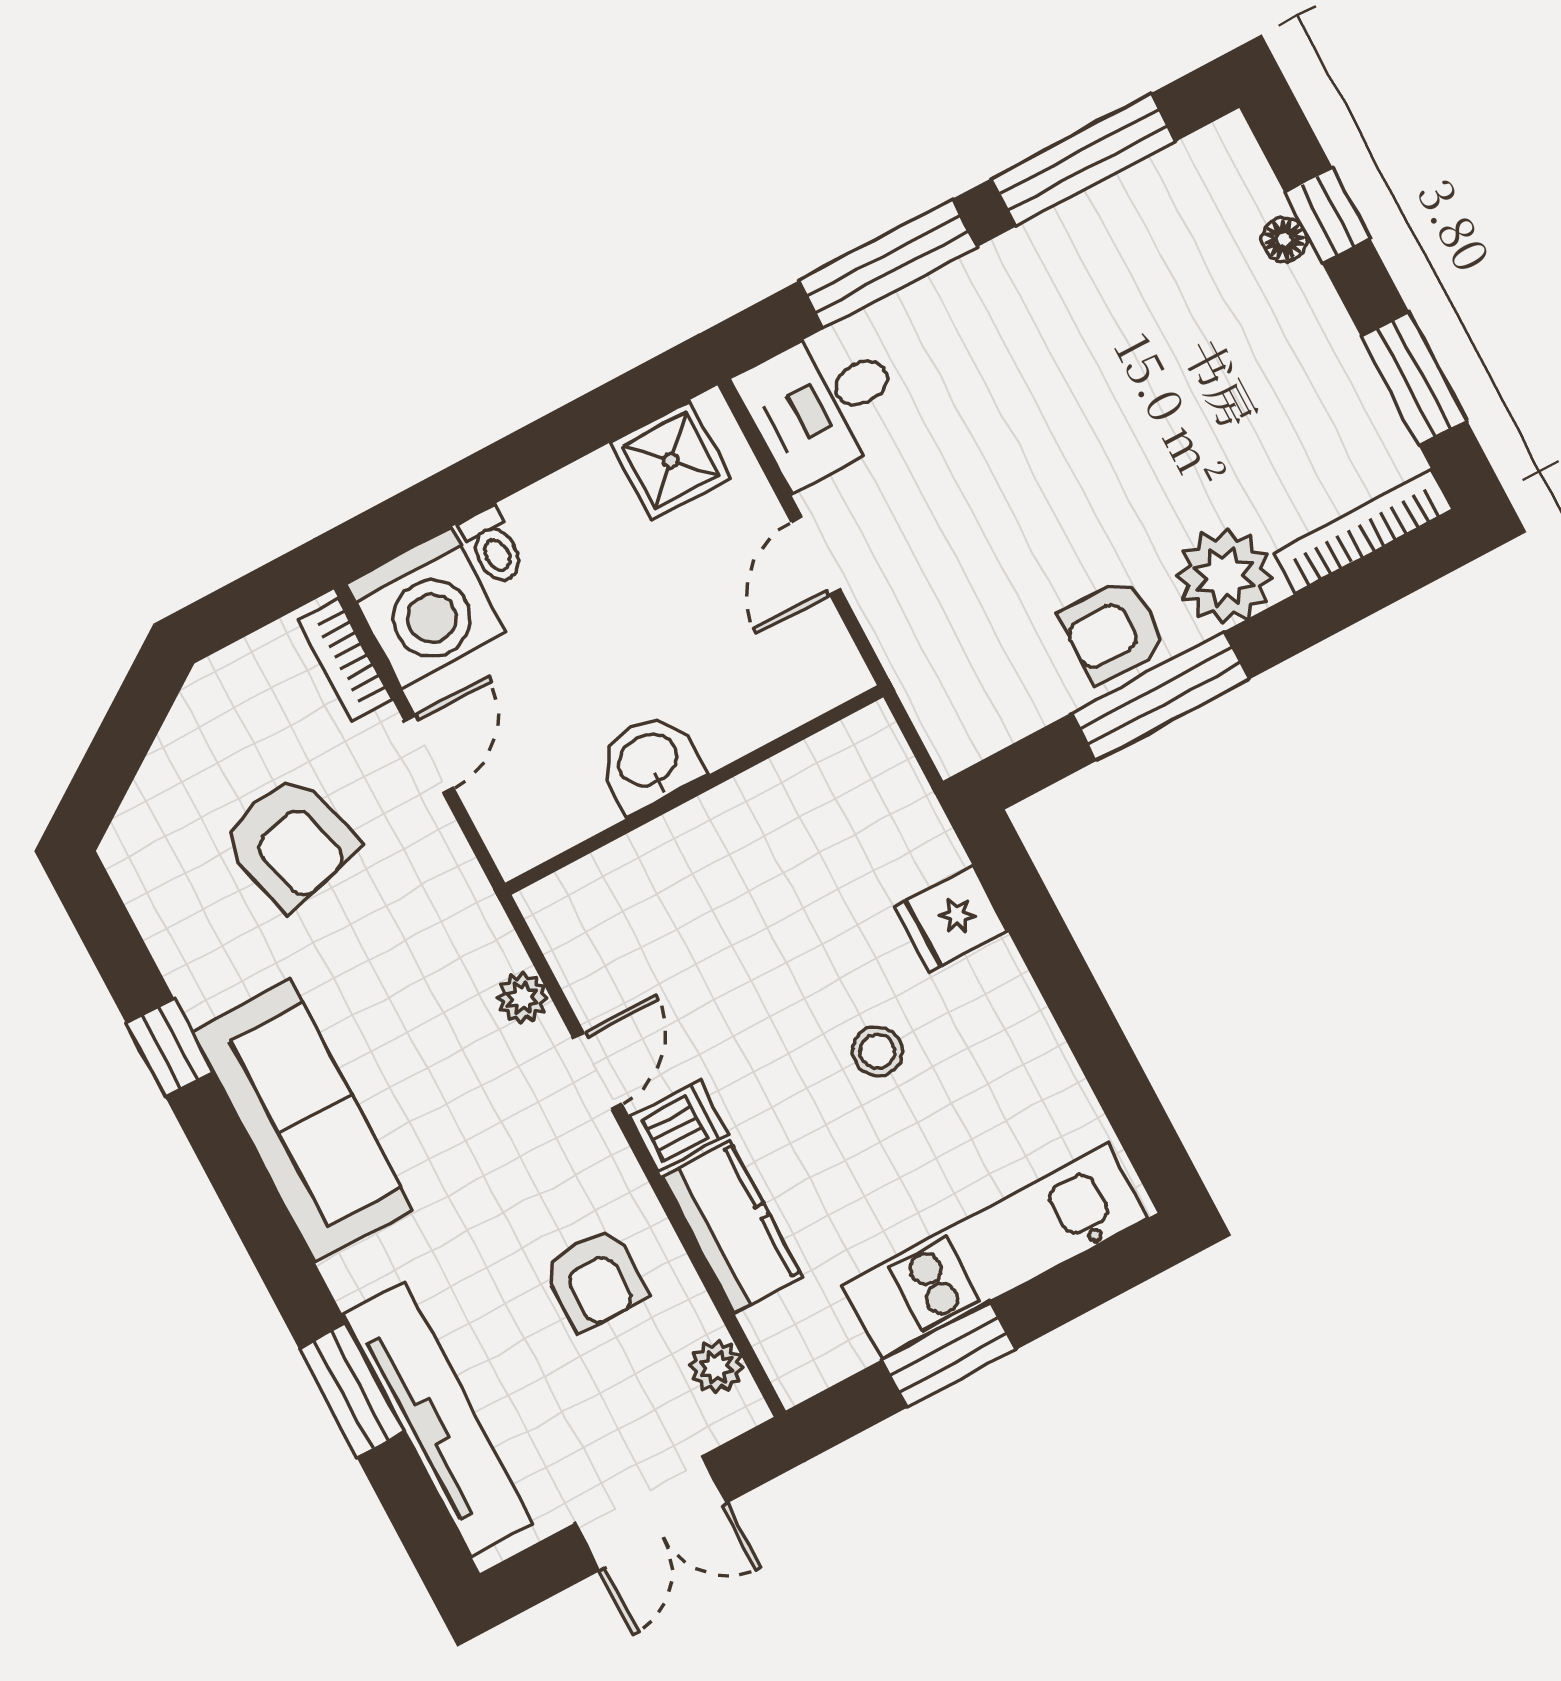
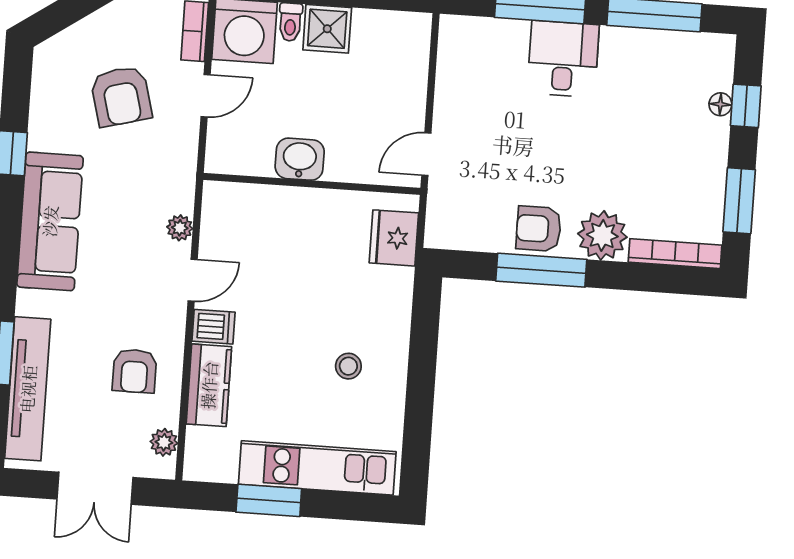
desk: (823, 404) -> (563, 59), moved, turned 90
shower: (671, 460) -> (327, 29), moved
door: (816, 556) -> (426, 154), moved
fridge: (951, 919) -> (394, 238), moved, width x1.38
stool: (877, 1051) -> (348, 366), moved

